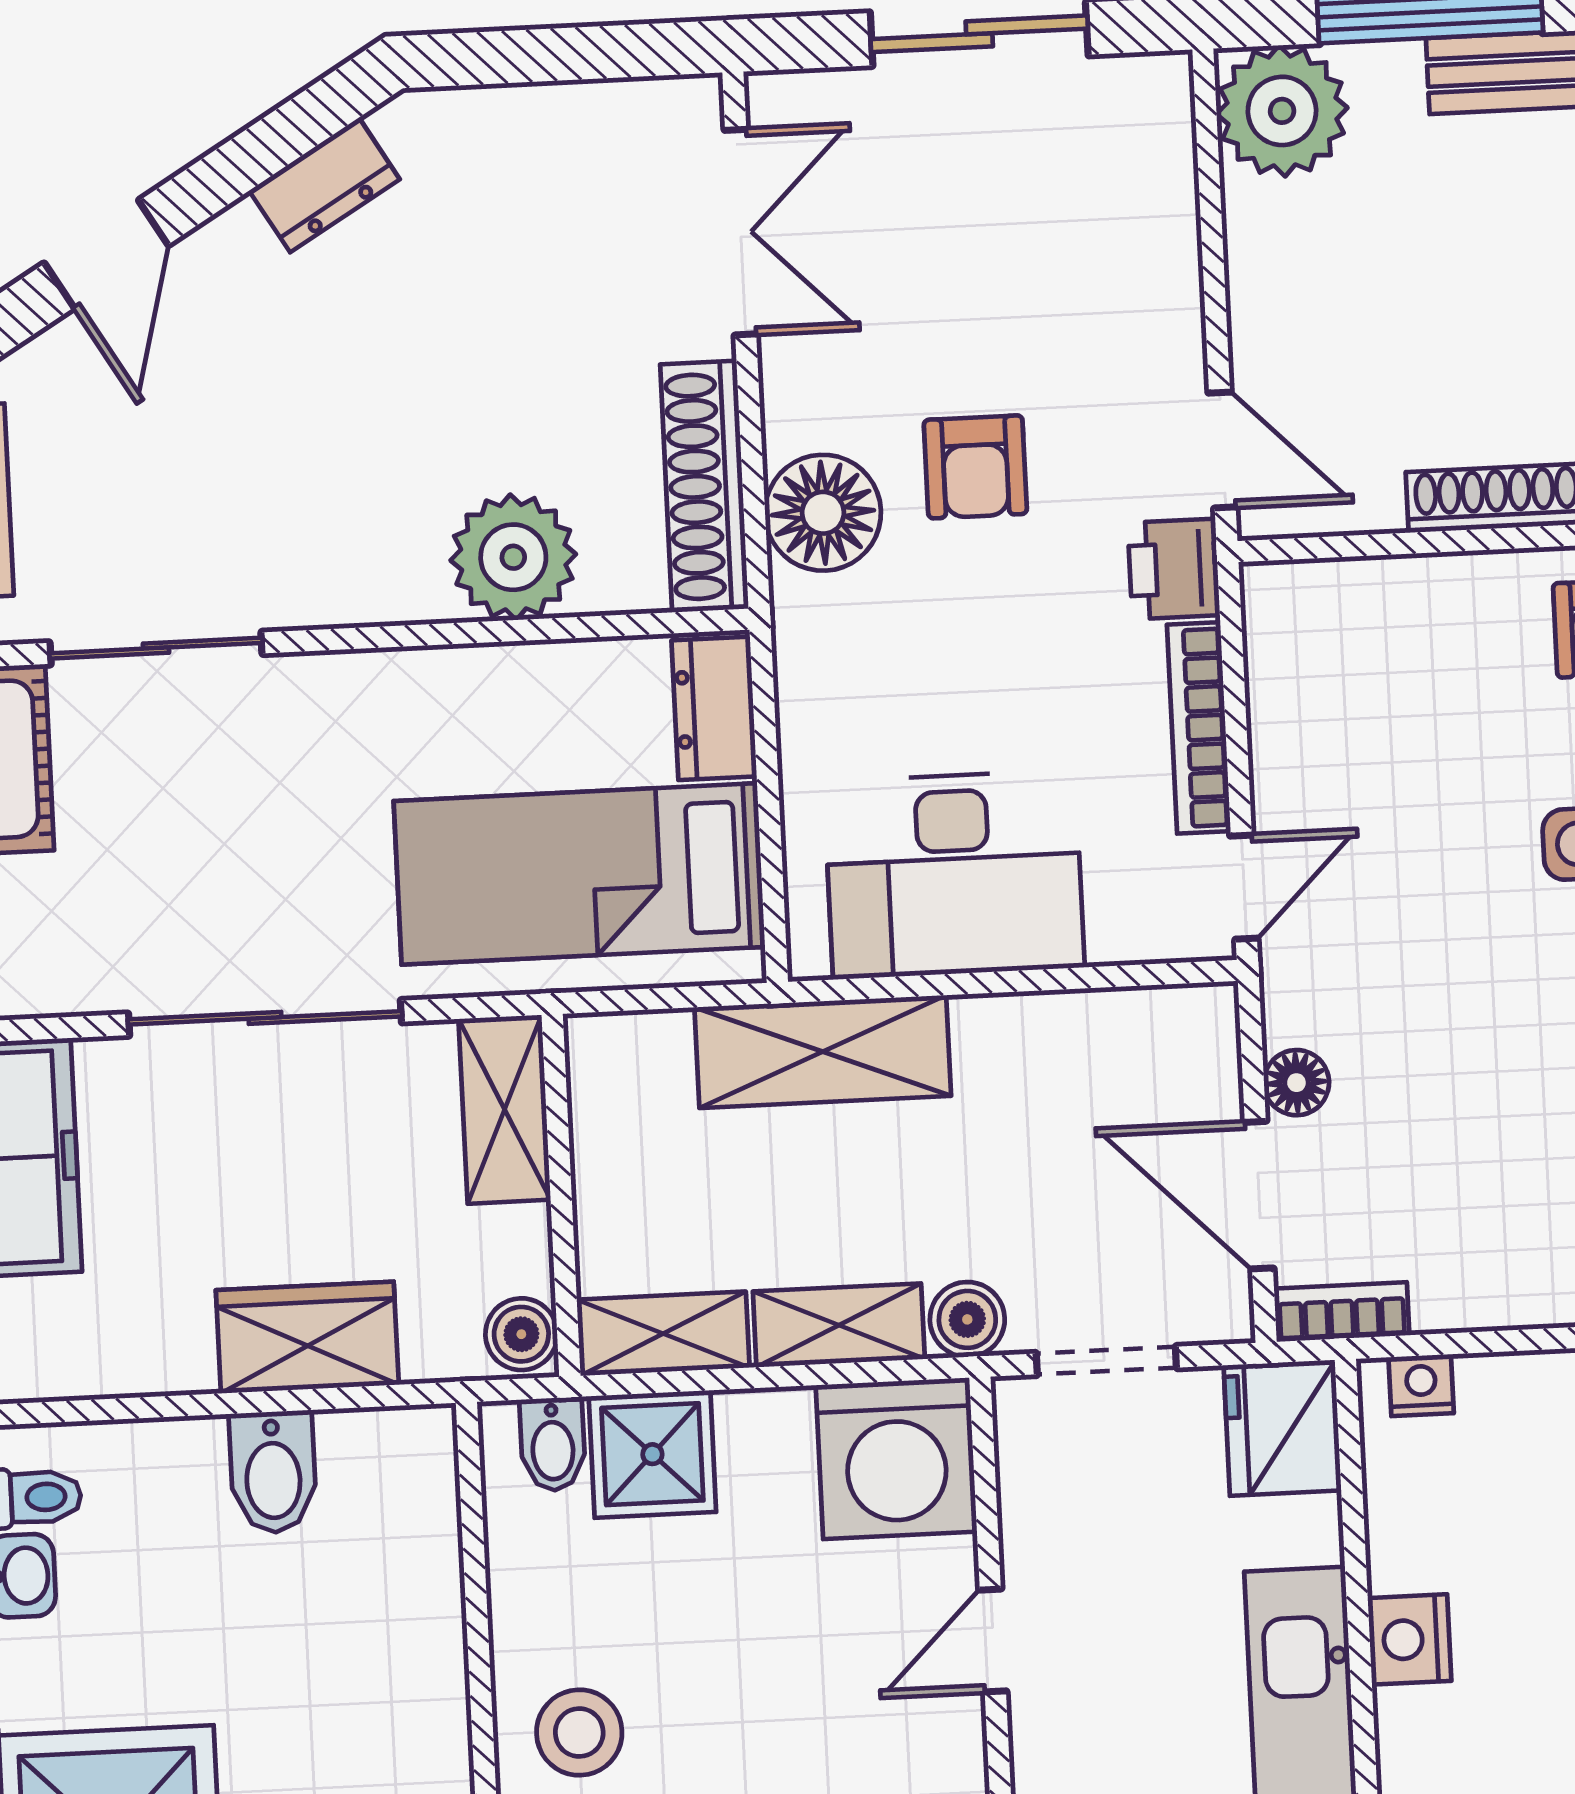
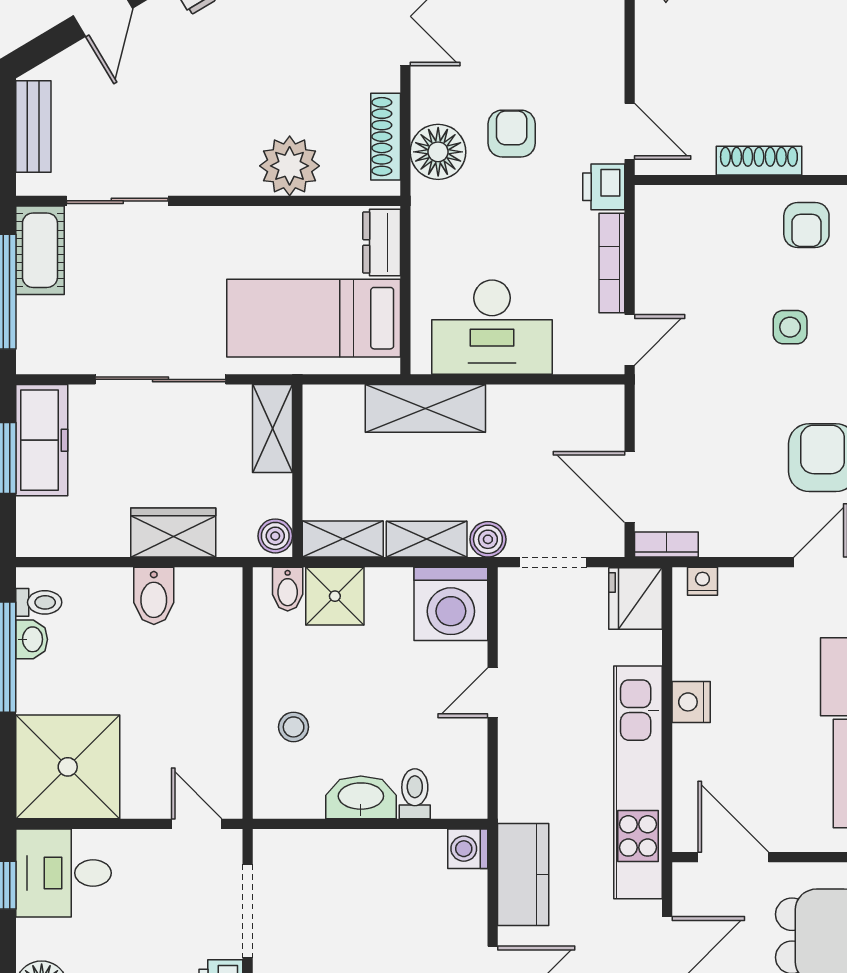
armchair: (975, 467) -> (512, 134), turned 180
shoe rack: (704, 486) -> (386, 137), width x0.74, depth x0.81
floor lamp: (1296, 1083) -> (650, 434), removed
stool: (579, 1733) -> (294, 727), width x0.73, depth x0.73

